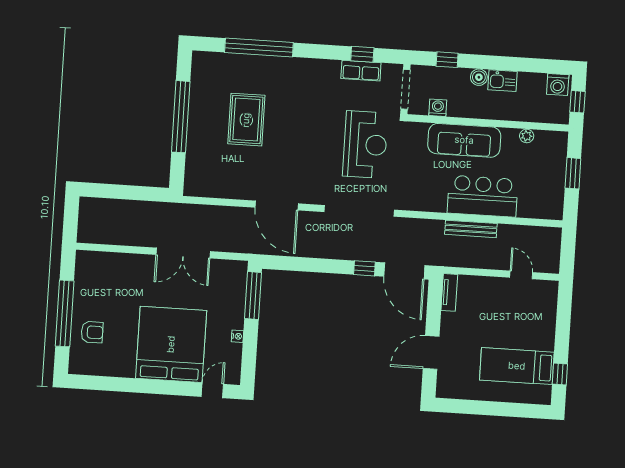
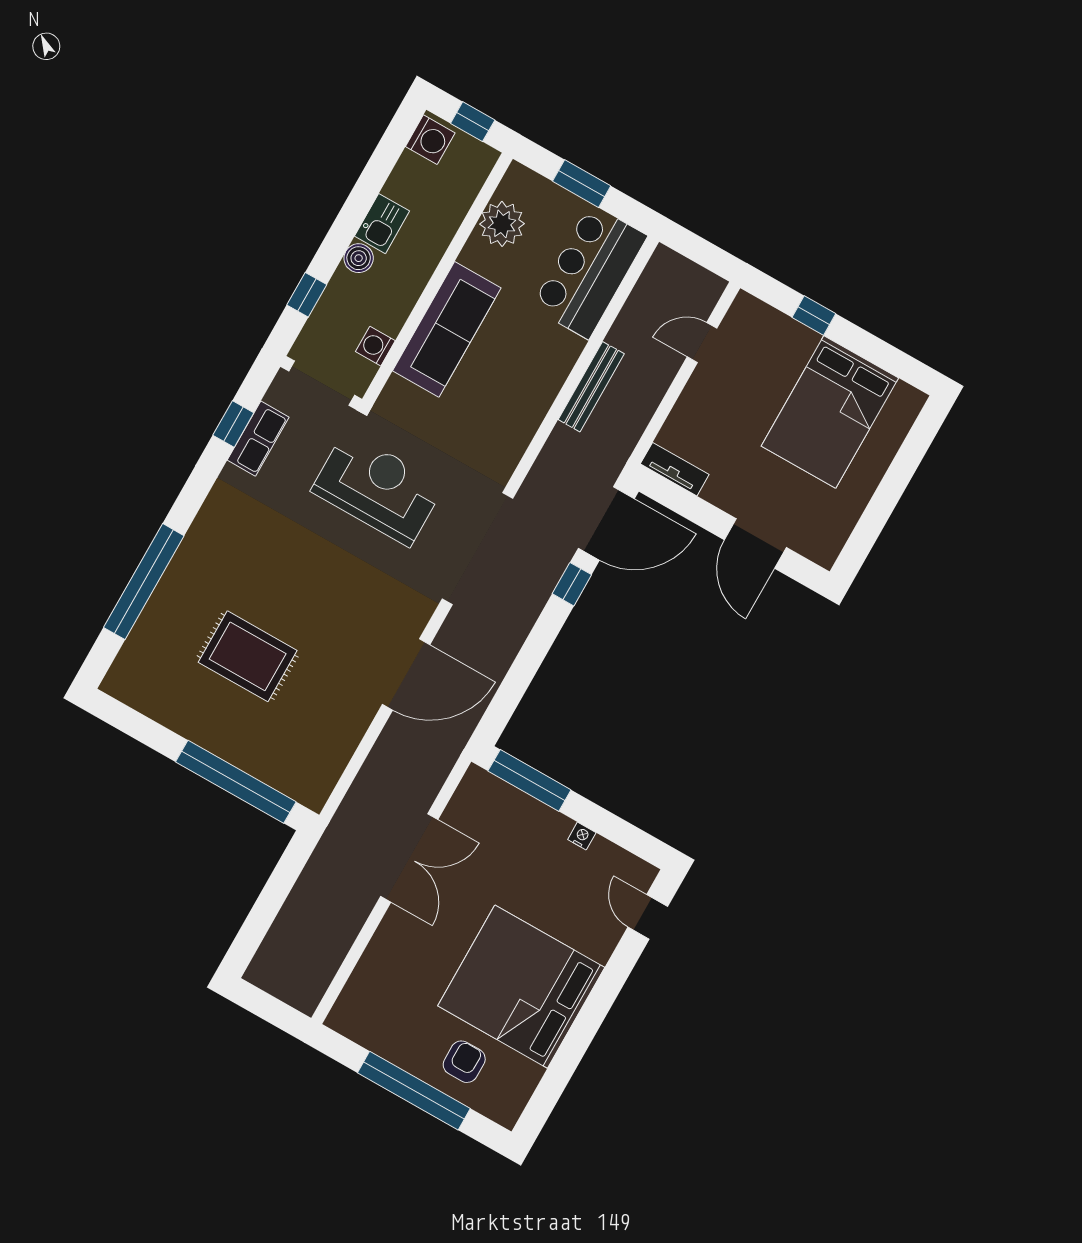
window: (181, 117) -> (236, 782), moved
plant: (527, 136) -> (502, 224), width x1.88, depth x1.88
bar counter: (483, 196) -> (589, 272), moved
bed: (171, 344) -> (521, 987), moved
bed: (517, 366) -> (830, 412), width x1.50
window: (560, 374) -> (814, 316), moved

